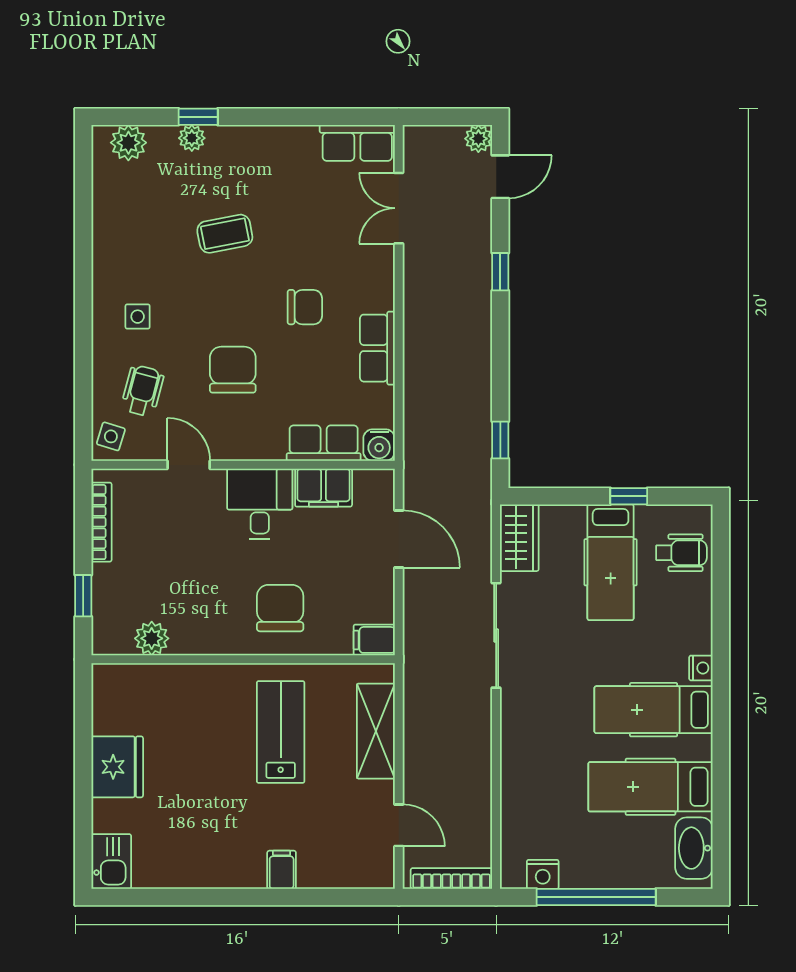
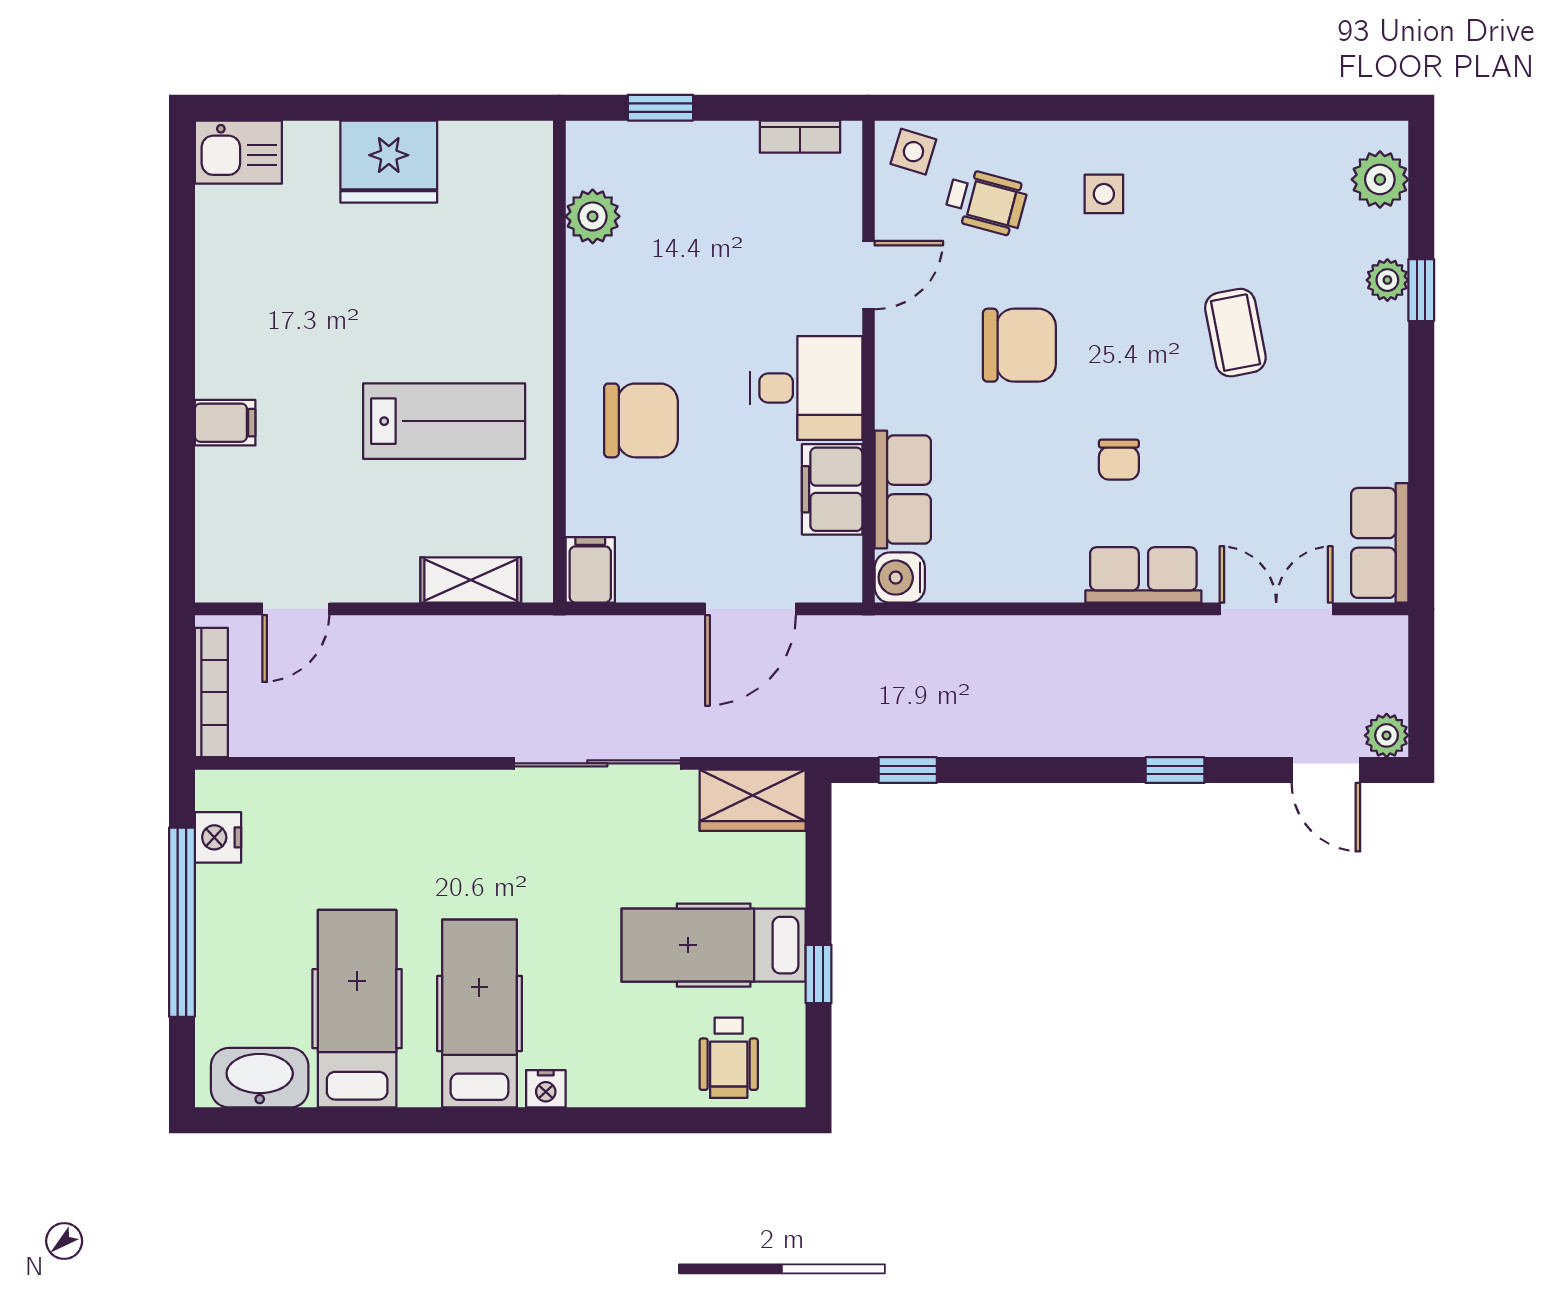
chair: (305, 307) -> (1119, 460), width x0.73, depth x0.73
row of seats: (377, 348) -> (1143, 575), moved
bookcase: (101, 522) -> (800, 137), width x0.64
shelving: (376, 731) -> (471, 580), width x0.67, depth x0.75

